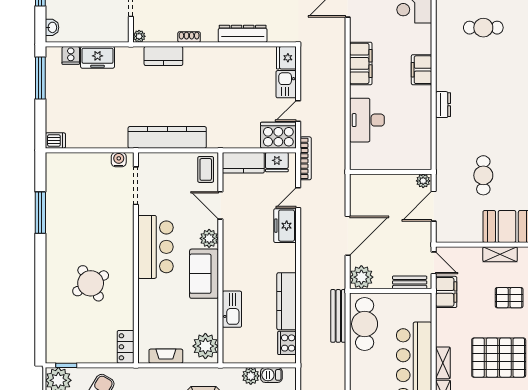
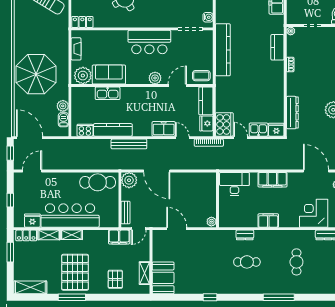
dresser: (243, 34) -> (292, 113), moved
wall: (391, 172) -> (218, 200), moved
cafe table: (483, 175) -> (247, 262), moved
plant: (423, 181) -> (211, 222), moved
sofa: (204, 274) -> (109, 75), moved
bench: (338, 316) -> (129, 144), moved

